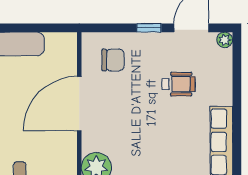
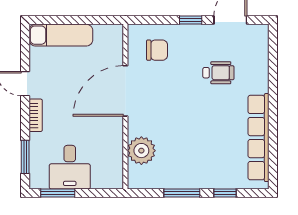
plant: (225, 40) -> (261, 31), removed

